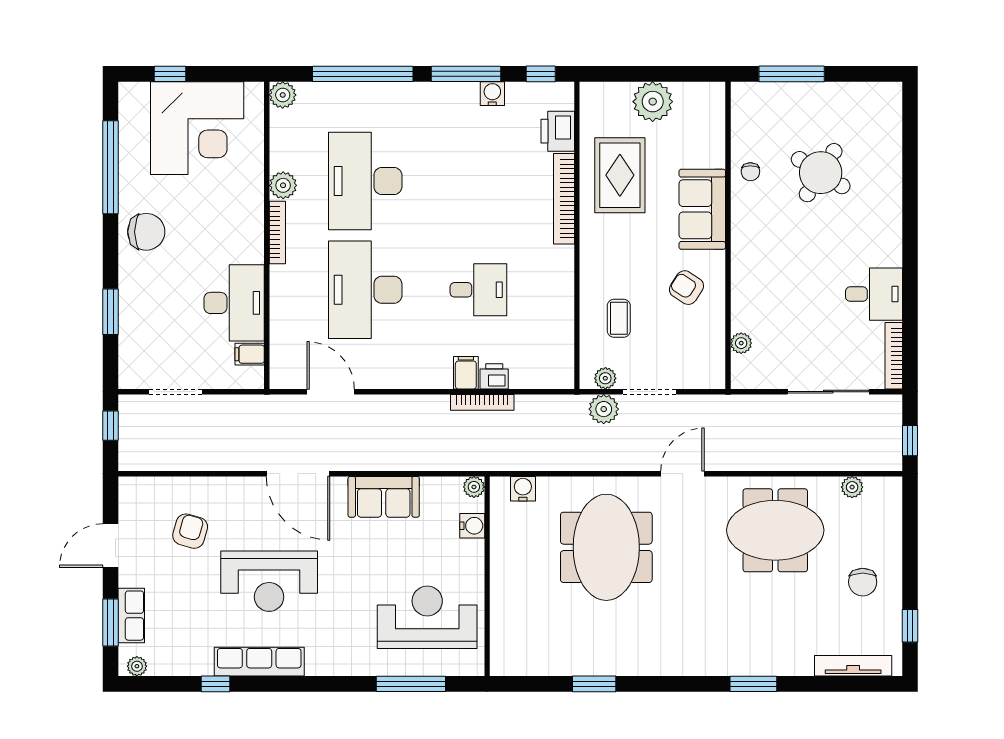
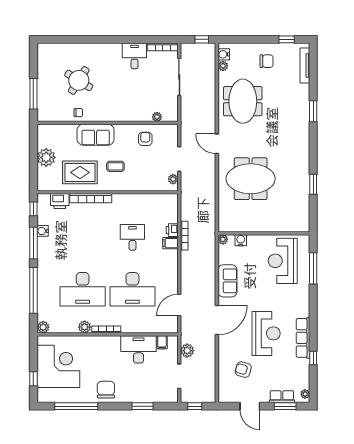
armchair: (686, 288) -> (145, 139), moved, turned 147
coffee table: (619, 318) -> (115, 166), moved
plant: (604, 409) -> (187, 351), moved
water cooler: (523, 489) -> (224, 54), moved

